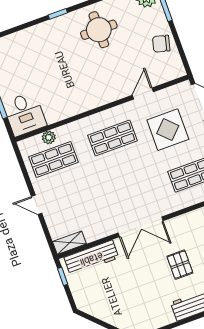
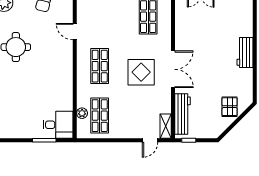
display table: (168, 130) -> (141, 72), moved
door: (37, 205) -> (150, 140), moved
pallet: (180, 265) -> (230, 107), moved, turned 90

